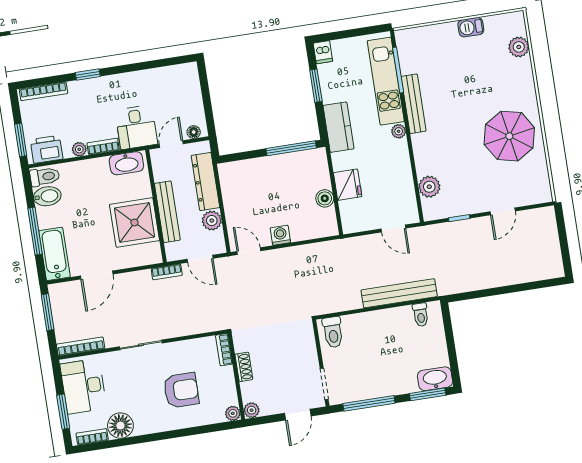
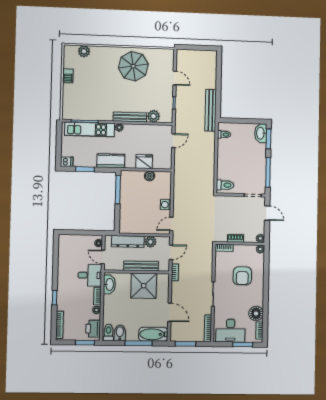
bench: (414, 104) -> (130, 117), moved
bench: (399, 293) -> (211, 110), moved
armchair: (181, 390) -> (242, 276), turned 180

